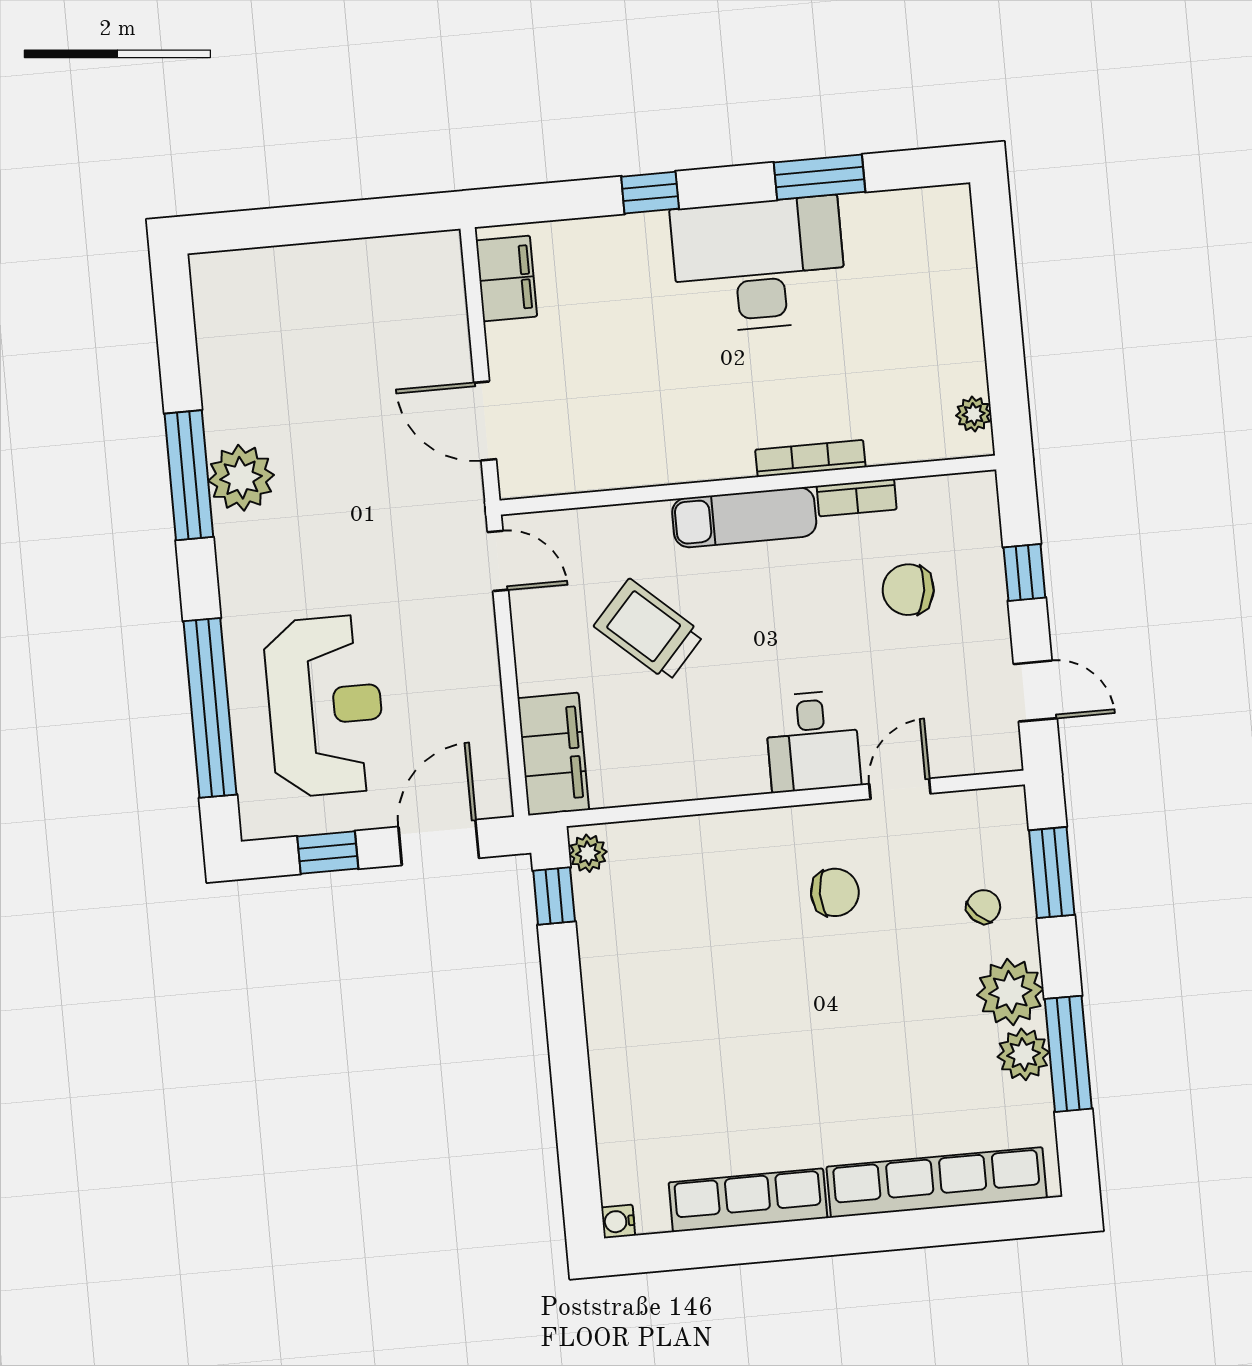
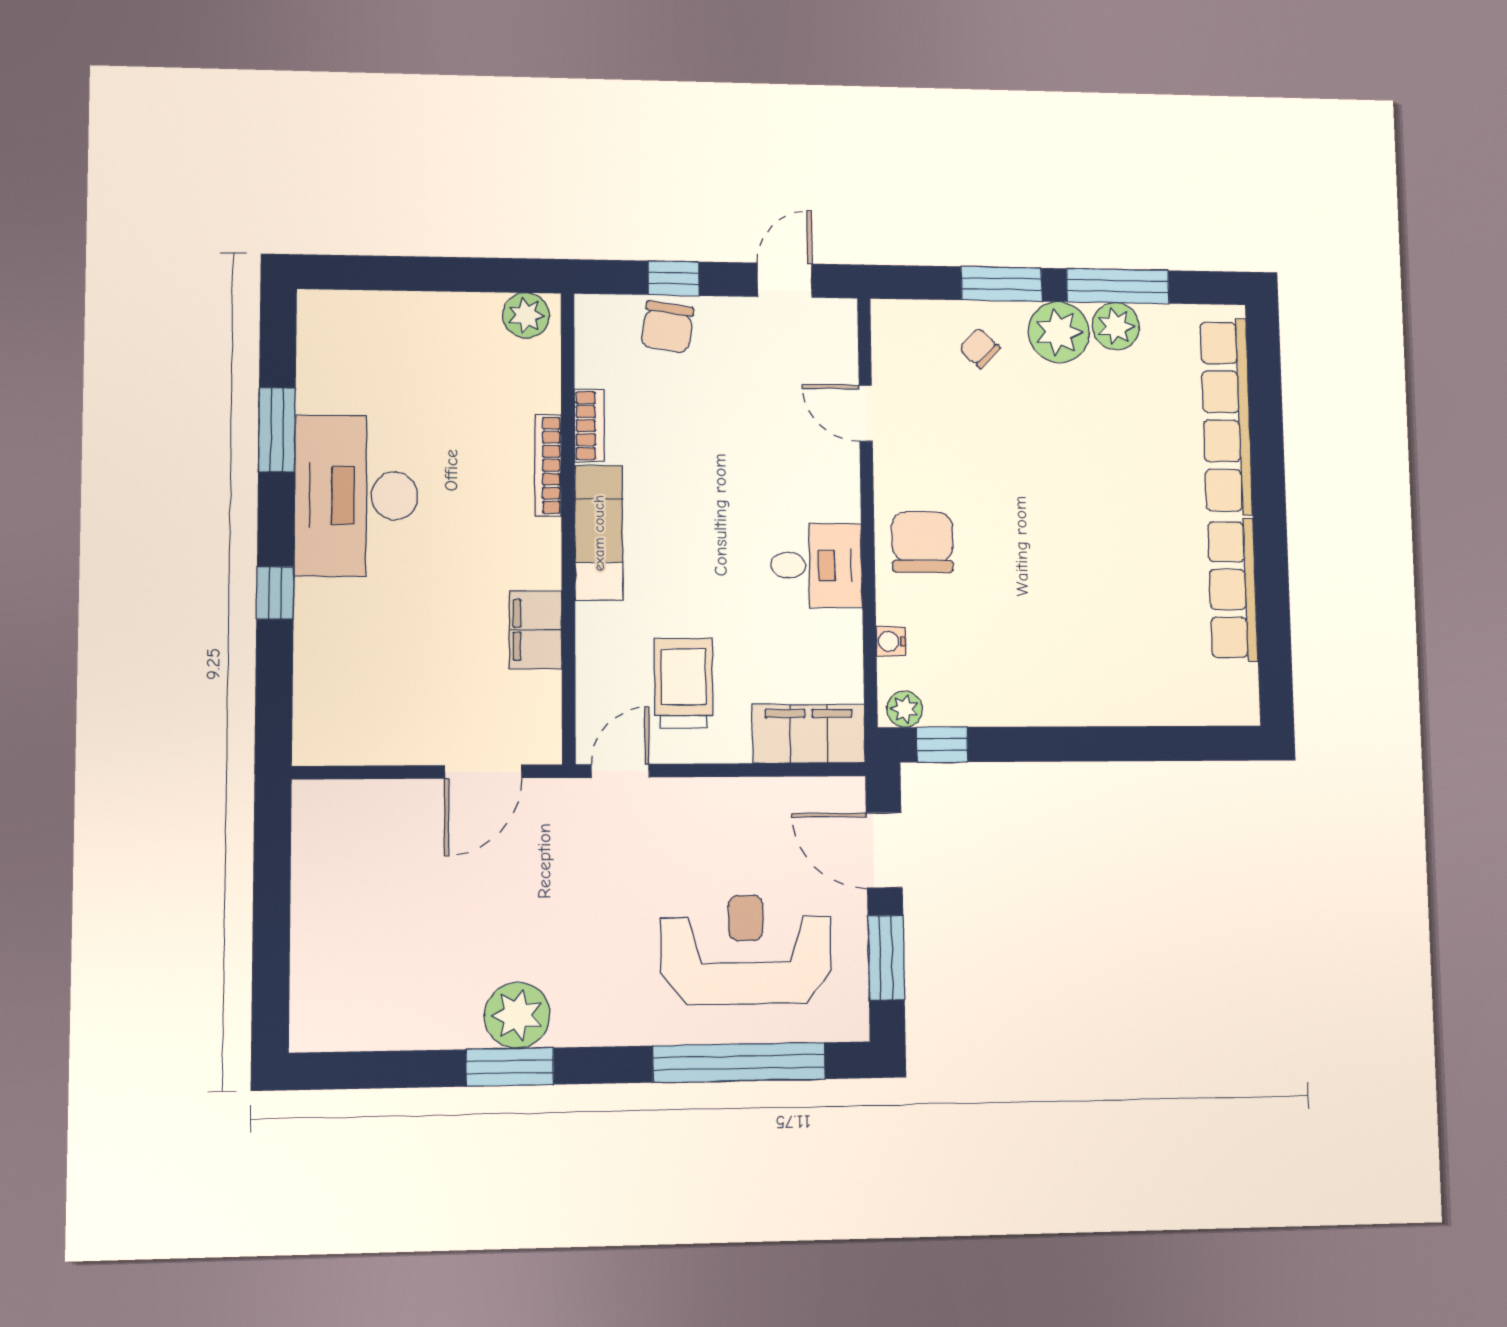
filing cabinet: (506, 278) -> (535, 630), moved, turned -90
plant: (974, 414) -> (526, 315), width x1.38, depth x1.38
window: (189, 475) -> (510, 1067), width x0.69
chair: (908, 590) -> (667, 327), moved
trolley: (649, 630) -> (684, 683), moved, turned 138
desk: (813, 741) -> (816, 565), moved
window: (328, 853) -> (886, 958), width x1.50
window: (1052, 873) -> (1002, 284), moved
chair: (835, 892) -> (922, 542), moved, width x1.37, depth x1.37
water cooler: (618, 1221) -> (891, 641), moved, turned 90

